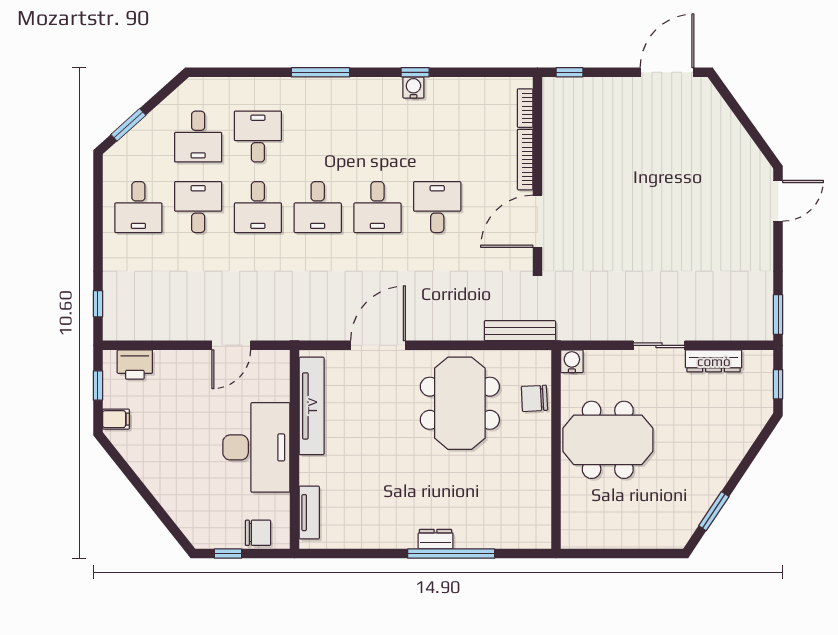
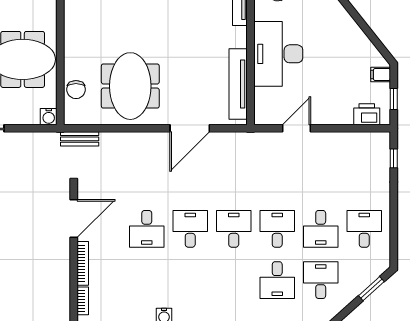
bench: (520, 331) -> (80, 139), width x0.73
chair: (534, 398) -> (76, 90), turned 93

